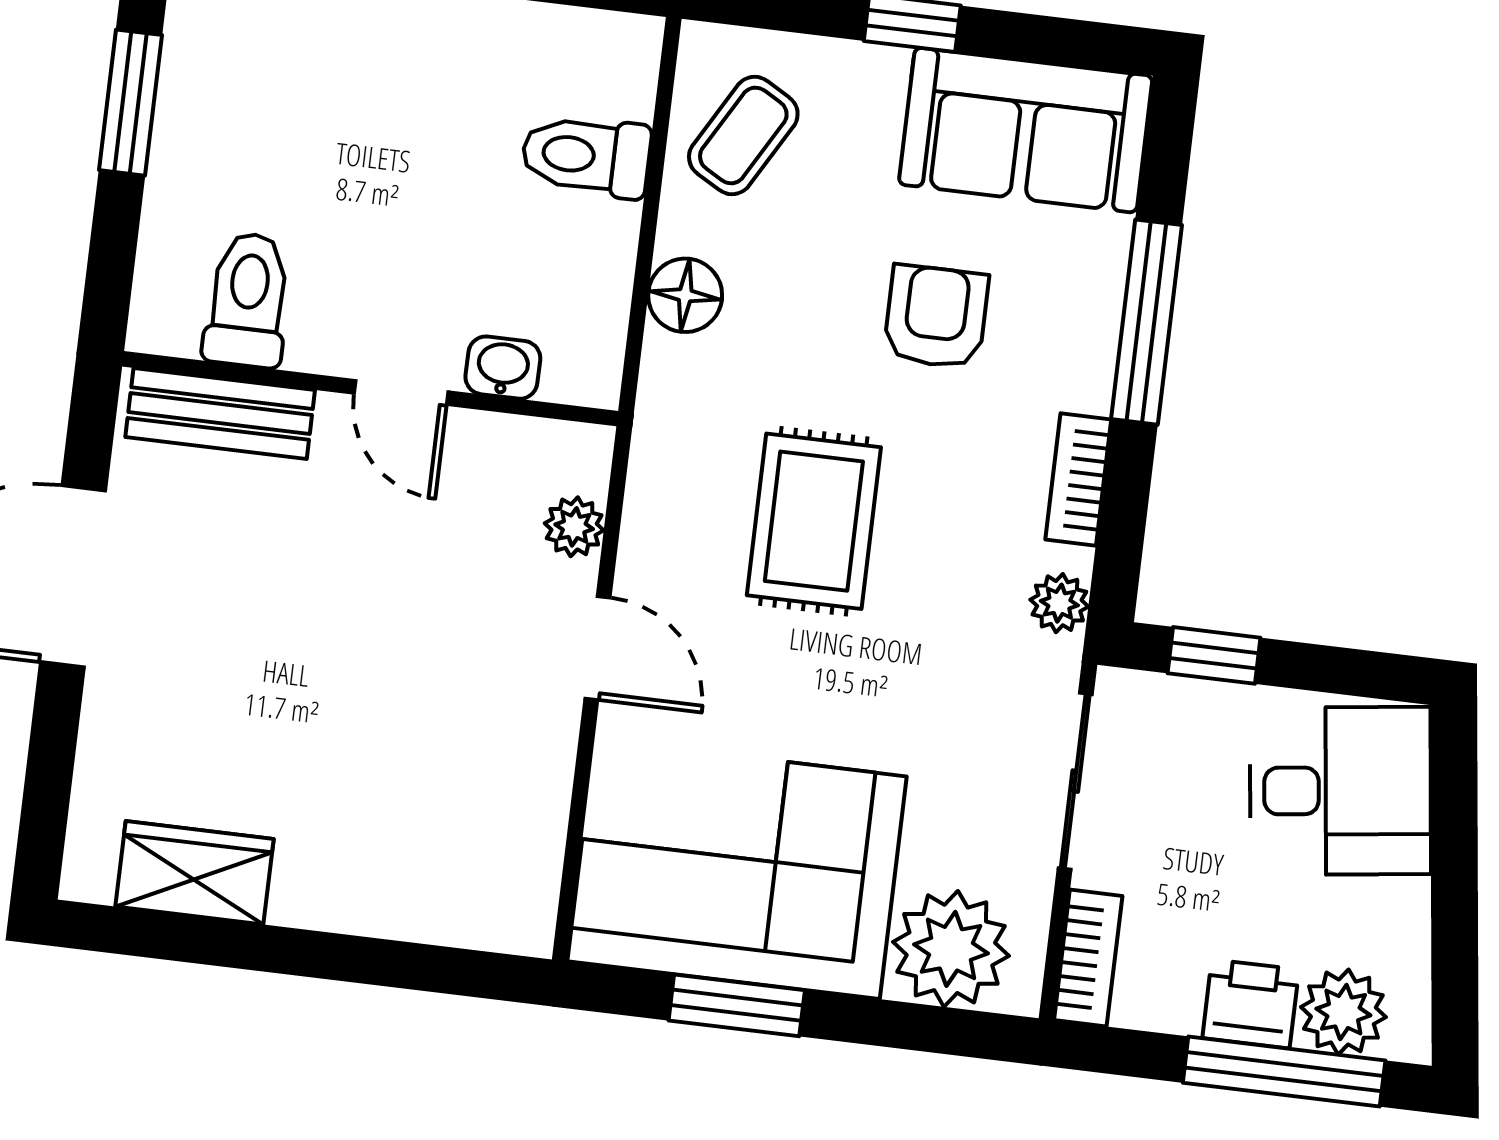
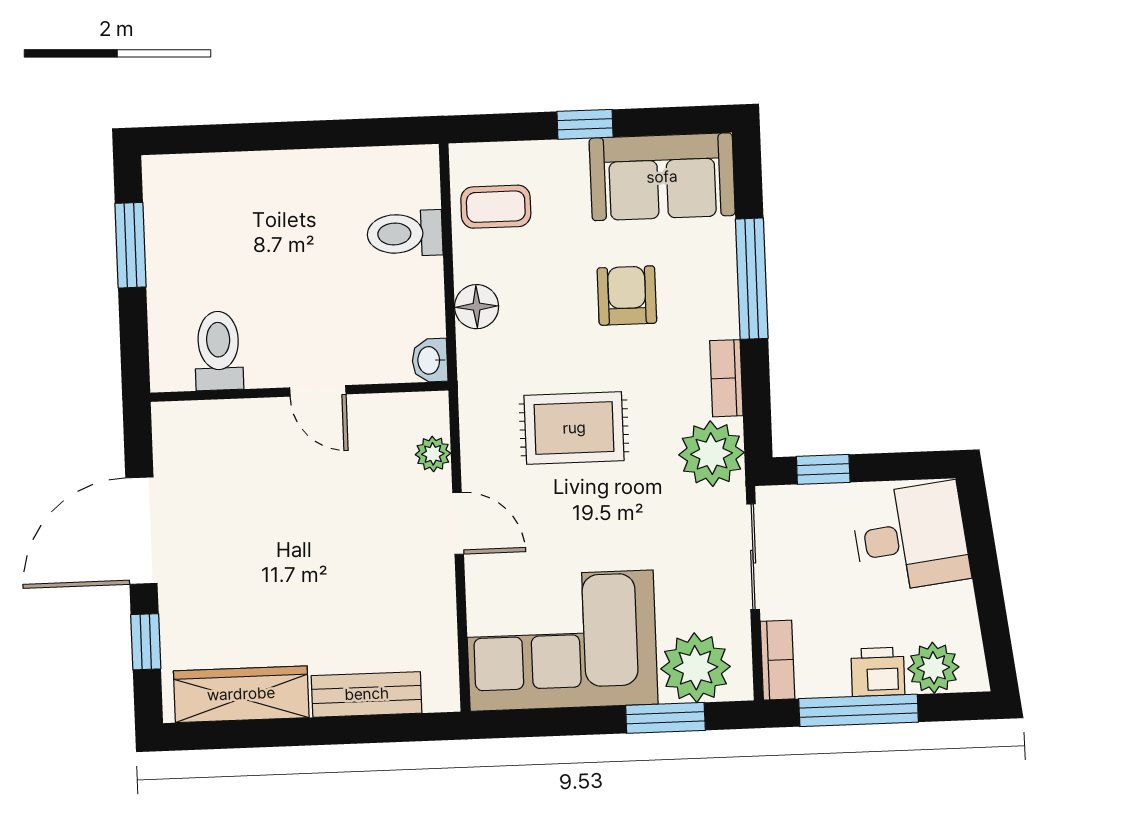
coffee table: (743, 135) -> (496, 207), turned 60
washbasin: (503, 368) -> (430, 360), moved, turned -90
bench: (220, 413) -> (367, 694), moved
rug: (814, 521) -> (574, 428), turned 90
plant: (1059, 603) -> (711, 454), width x1.88, depth x1.88
window: (51, 761) -> (146, 642), added
wardrobe: (195, 873) -> (241, 694), width x1.50
window: (737, 1005) -> (665, 718), moved
window: (1284, 1072) -> (859, 710), moved

